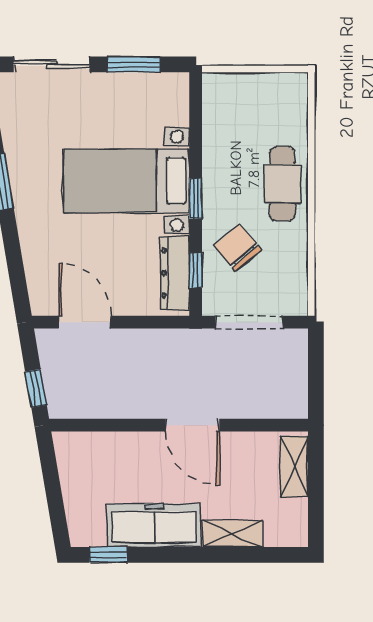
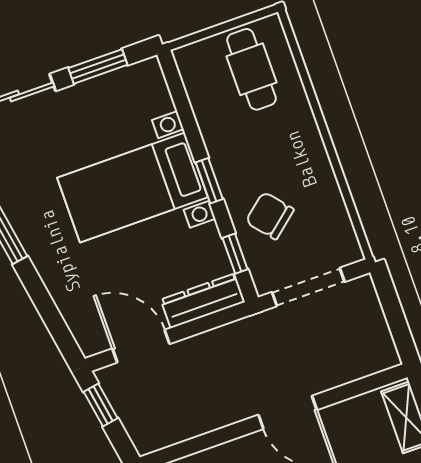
cafe table: (282, 184) -> (251, 69), moved
dresser: (175, 273) -> (203, 301), moved, turned 90
window: (36, 388) -> (101, 405), moved

